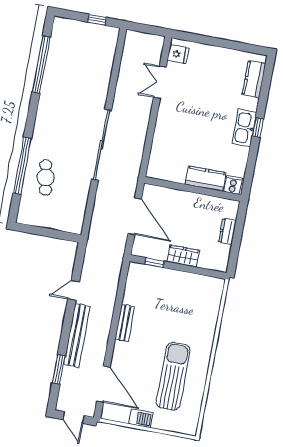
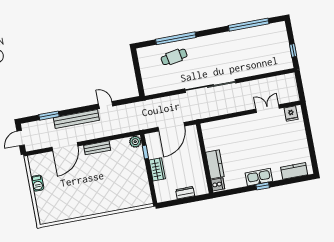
plant: (136, 271) -> (135, 142), added
sun lounger: (173, 376) -> (74, 194), removed
door: (103, 384) -> (65, 147), moved

